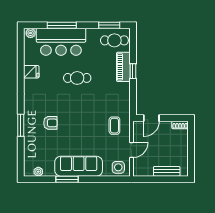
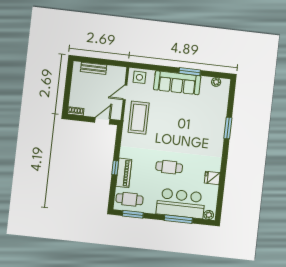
armchair: (50, 123) -> (199, 127), removed
coffee table: (114, 126) -> (139, 118), width x1.86, depth x1.72

